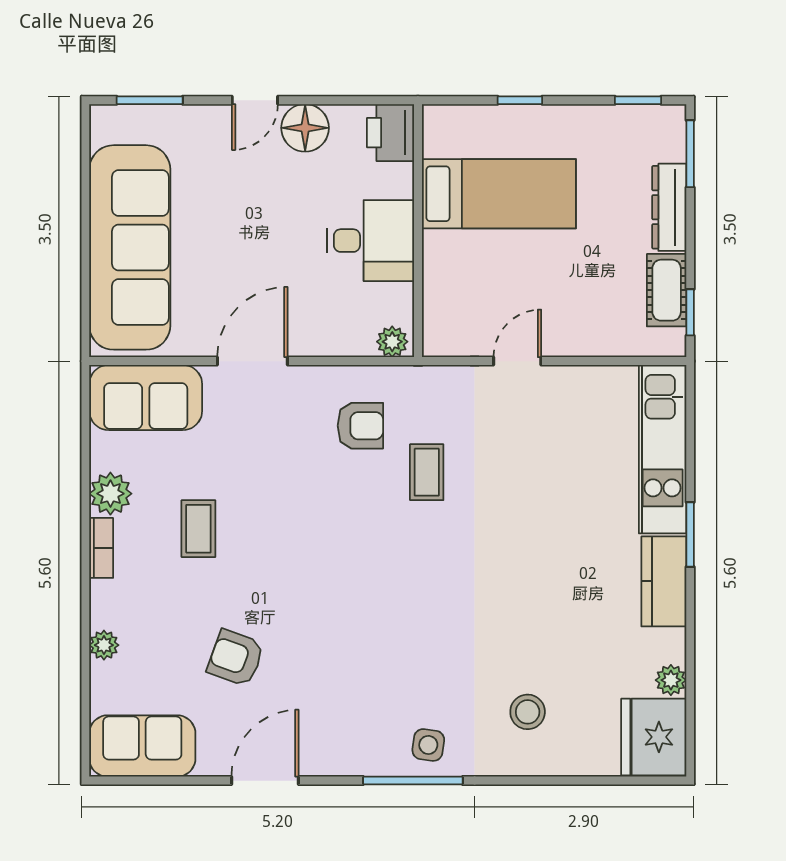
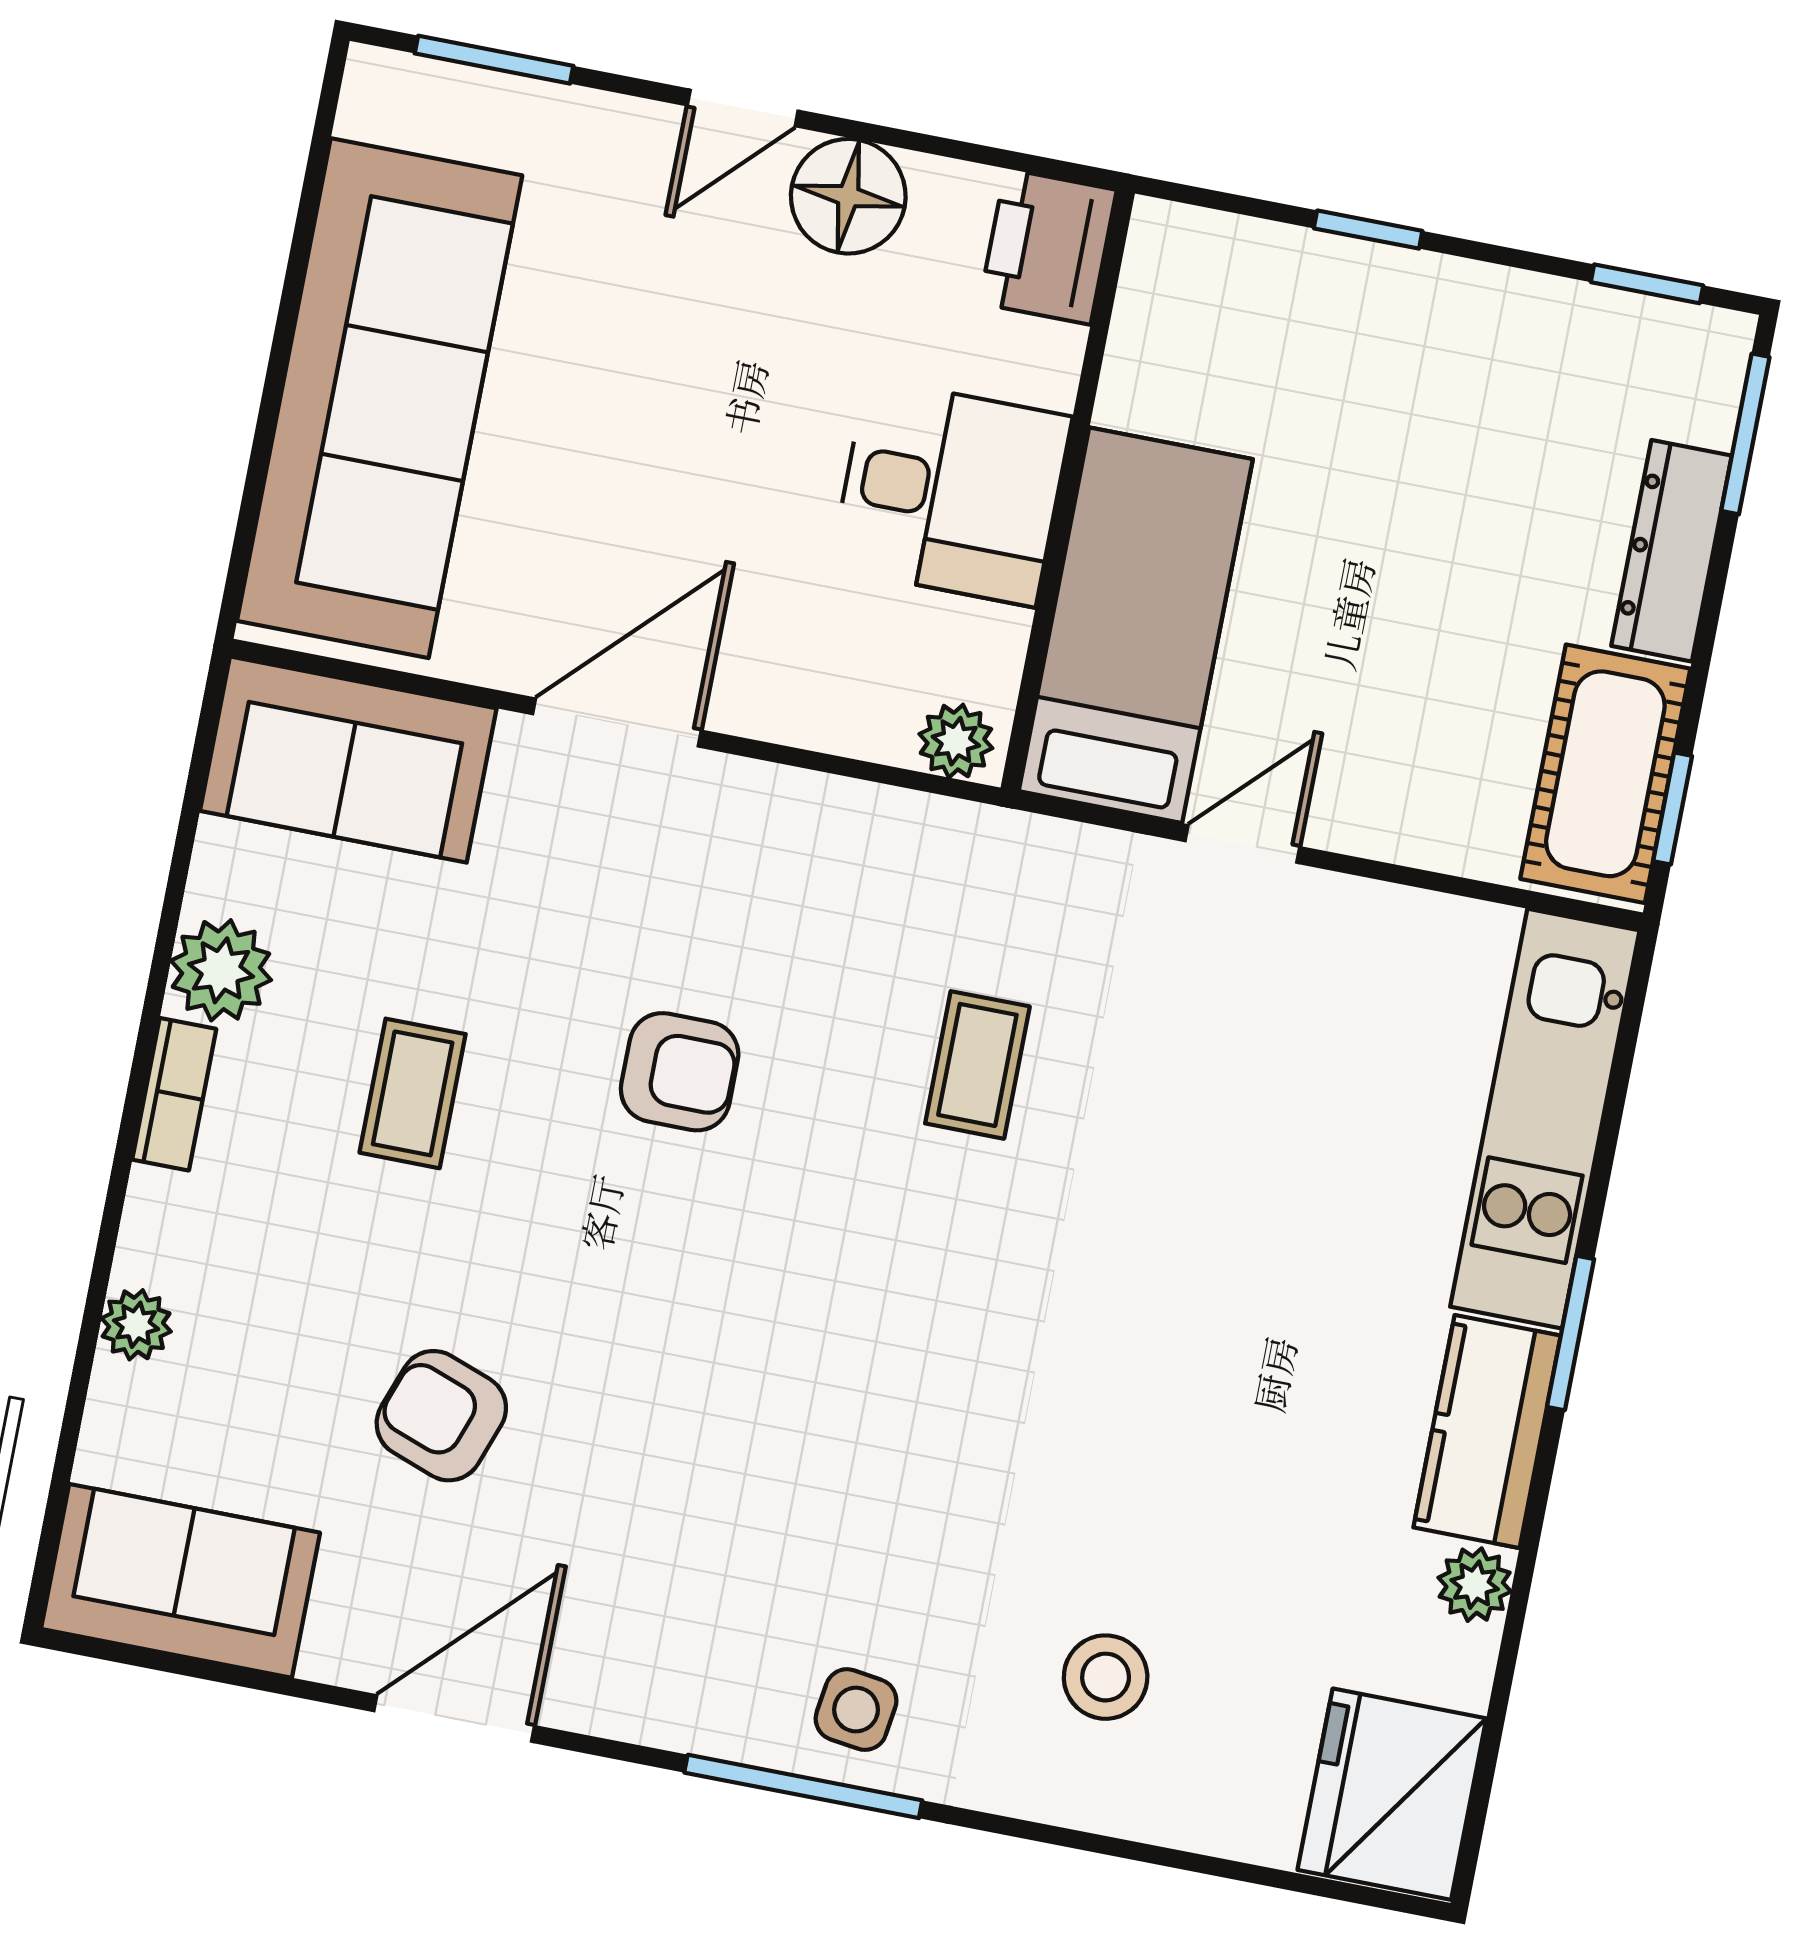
bed: (499, 194) -> (1136, 625), moved, turned -90
cot: (667, 290) -> (1605, 774), width x1.37, depth x1.34
armchair: (360, 426) -> (680, 1072), moved
plant: (671, 680) -> (1475, 1585), moved

